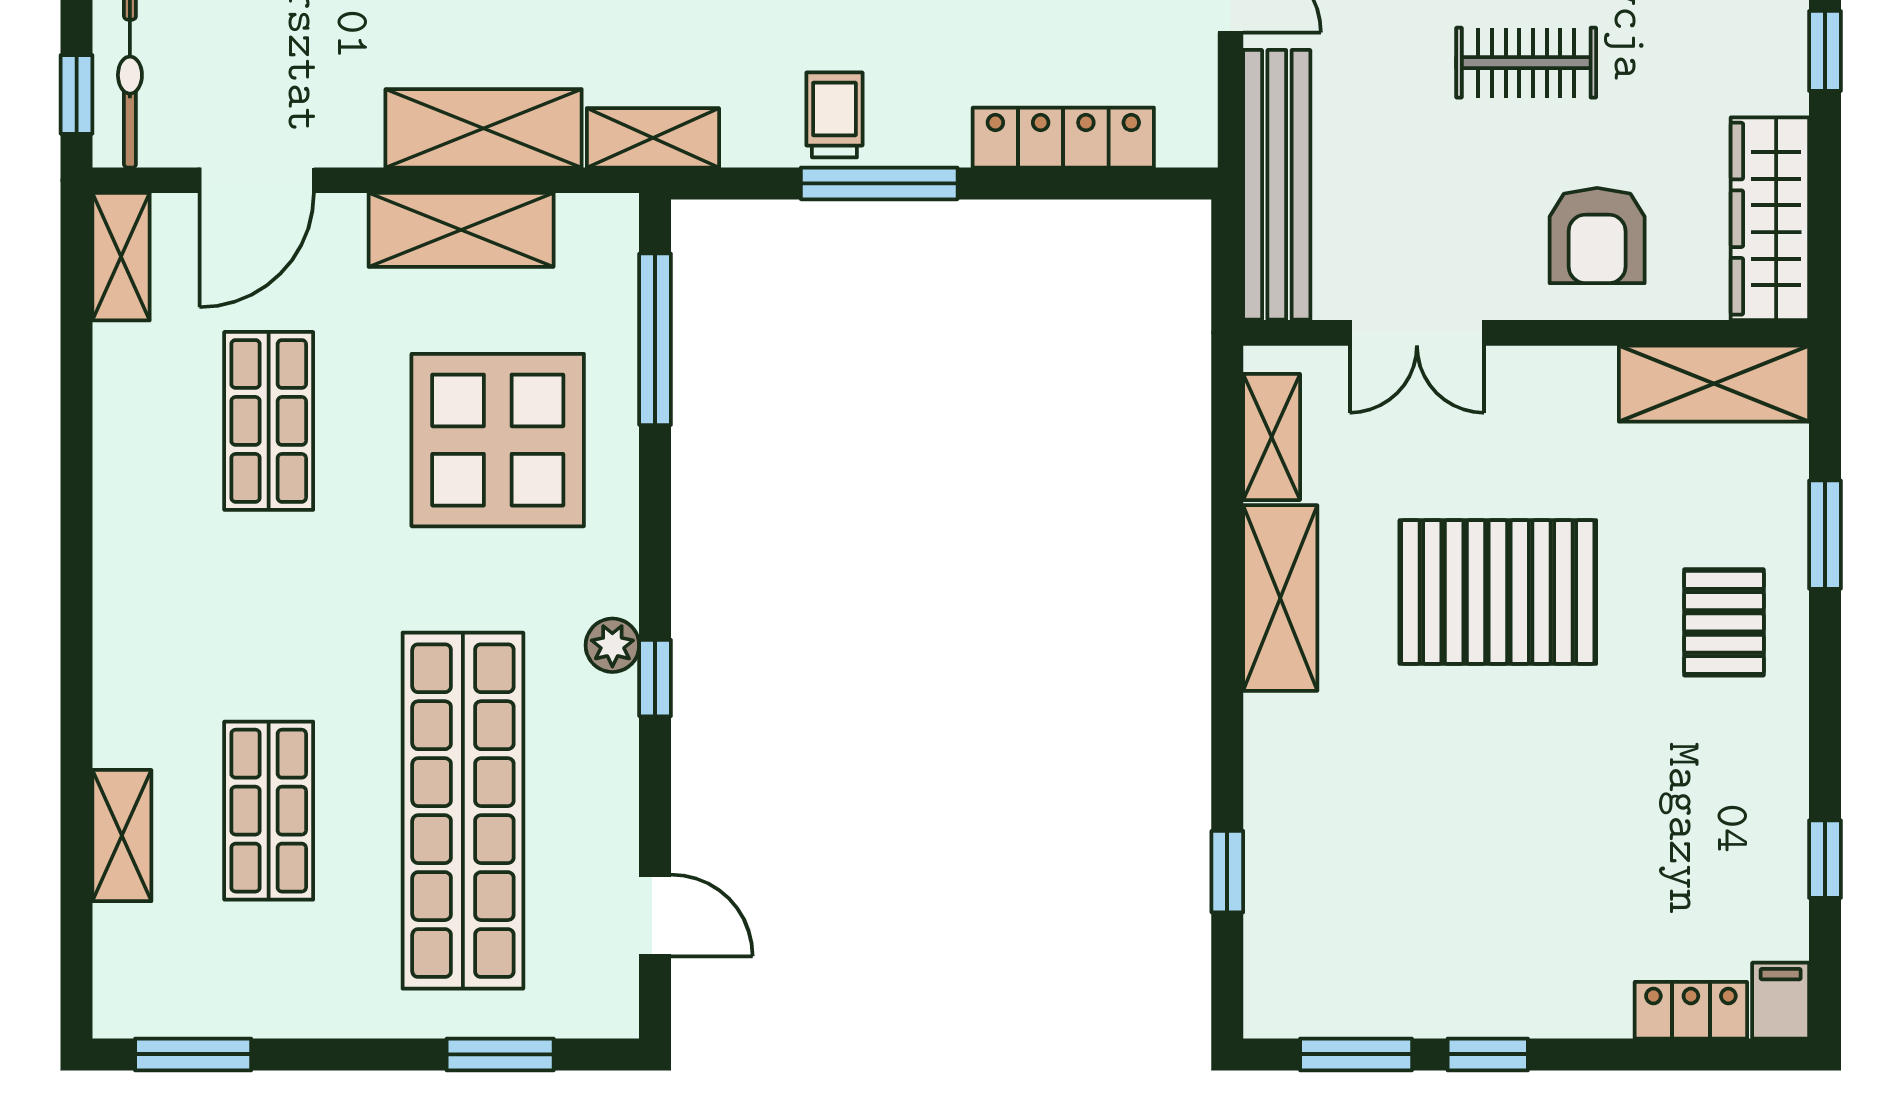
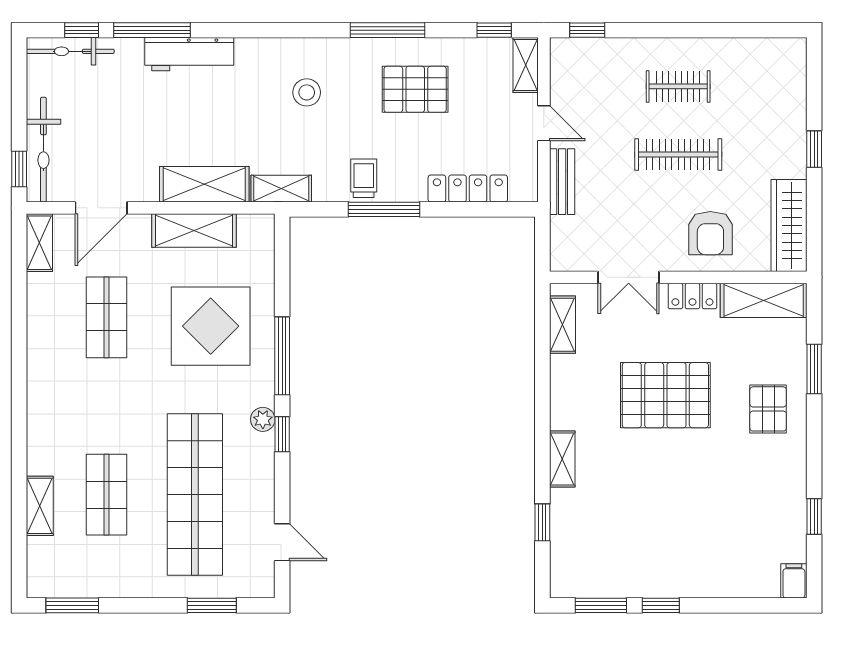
clothes rail: (1526, 63) -> (678, 154), width x1.36
bench: (1277, 185) -> (562, 182), width x0.54, depth x0.82
window: (655, 339) -> (282, 356), moved
shelving: (1280, 598) -> (562, 459), moved, width x0.67, depth x0.75
locker: (1691, 1010) -> (692, 296), moved, turned 180

